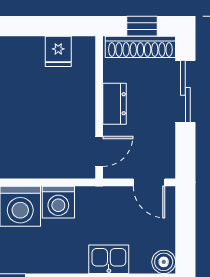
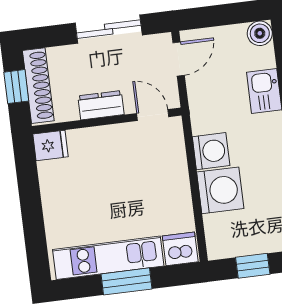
fridge: (58, 51) -> (50, 145), moved
sliding door: (185, 91) -> (109, 29), moved

